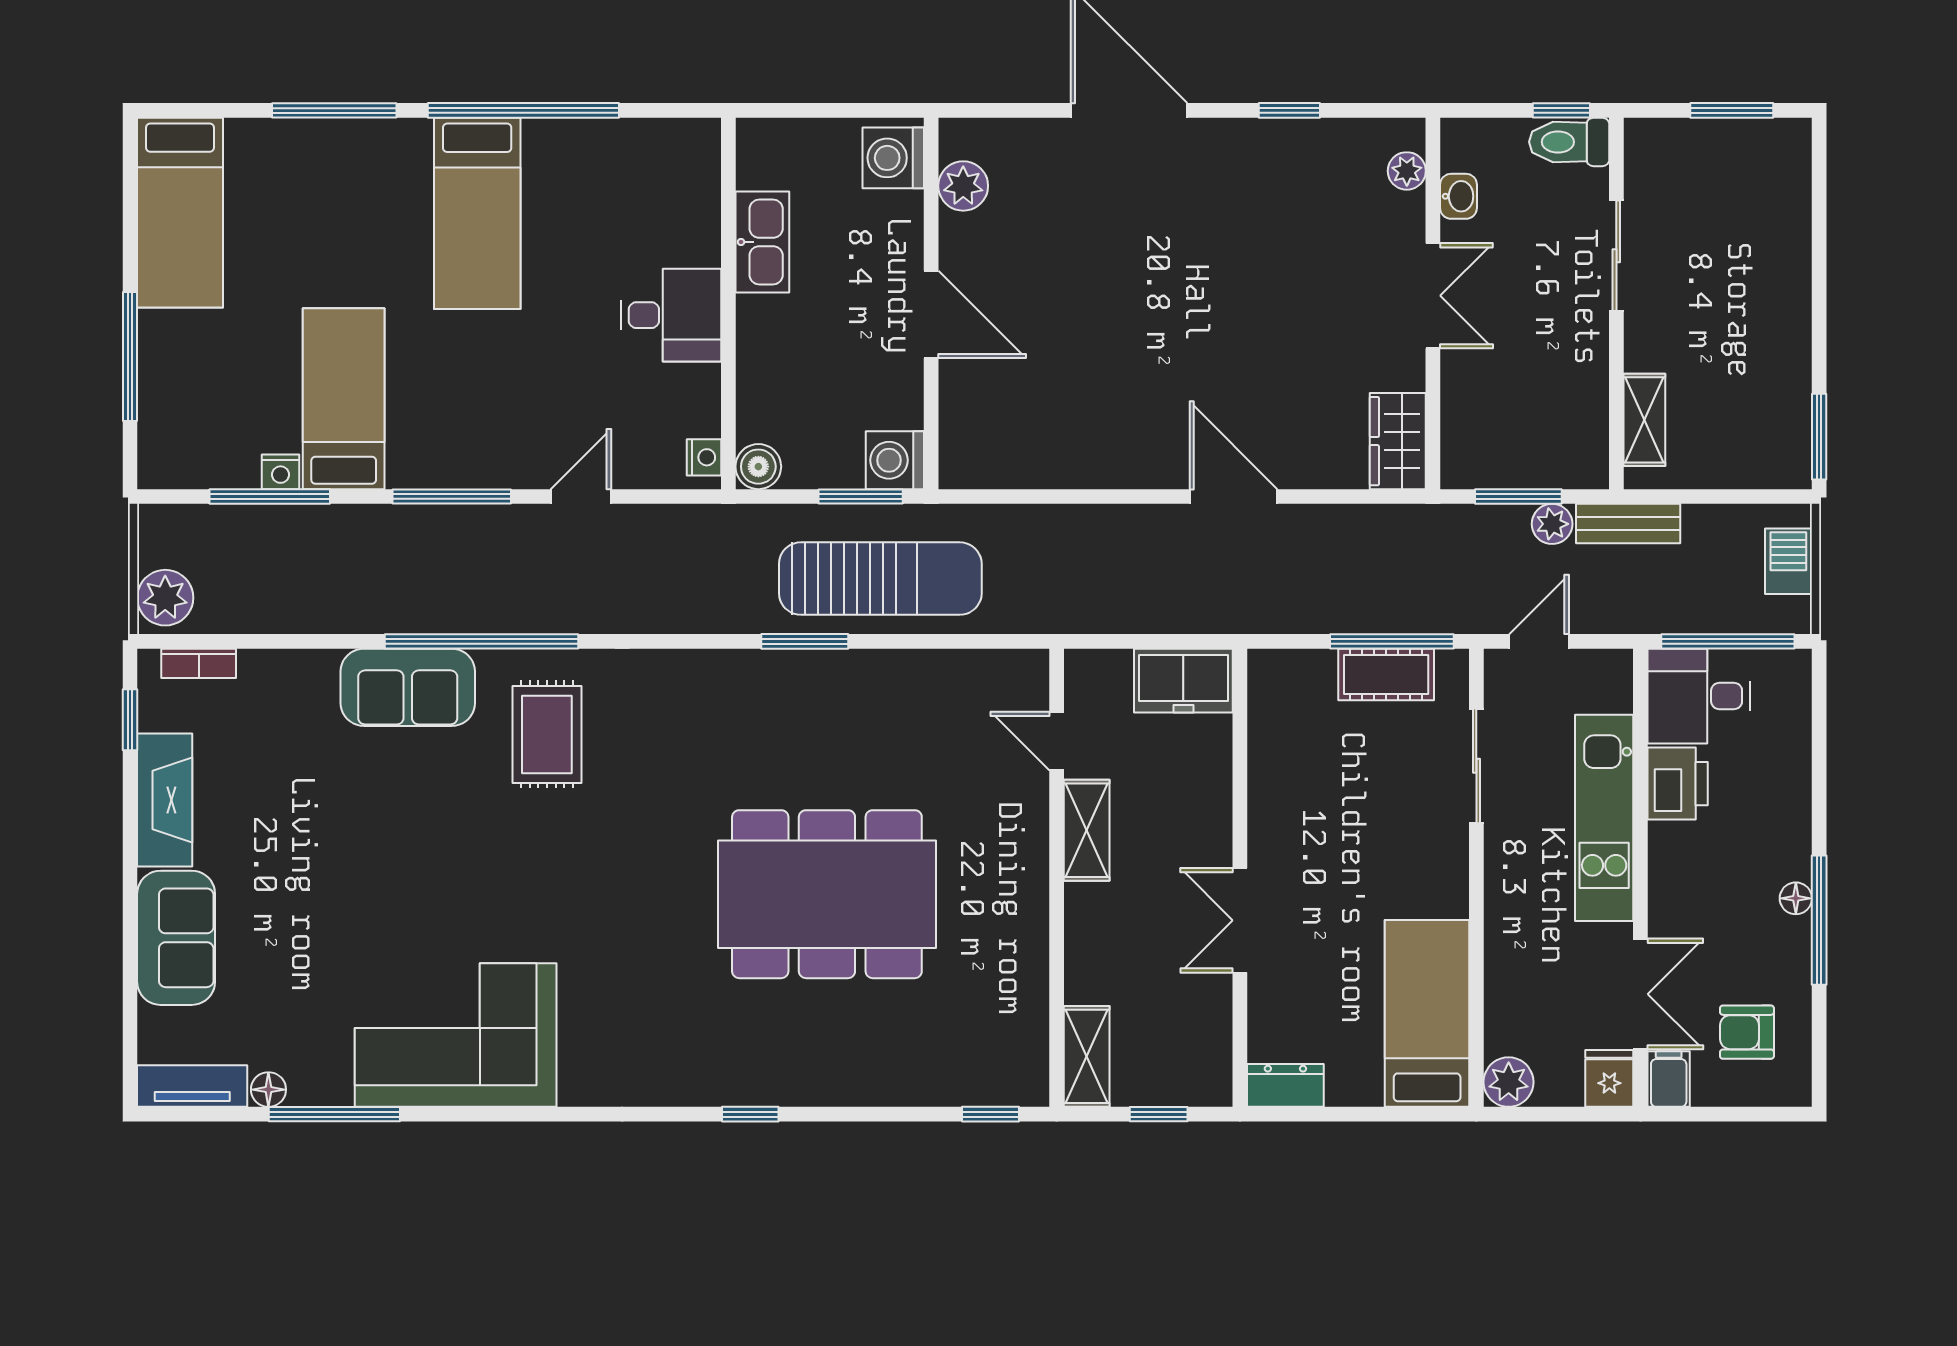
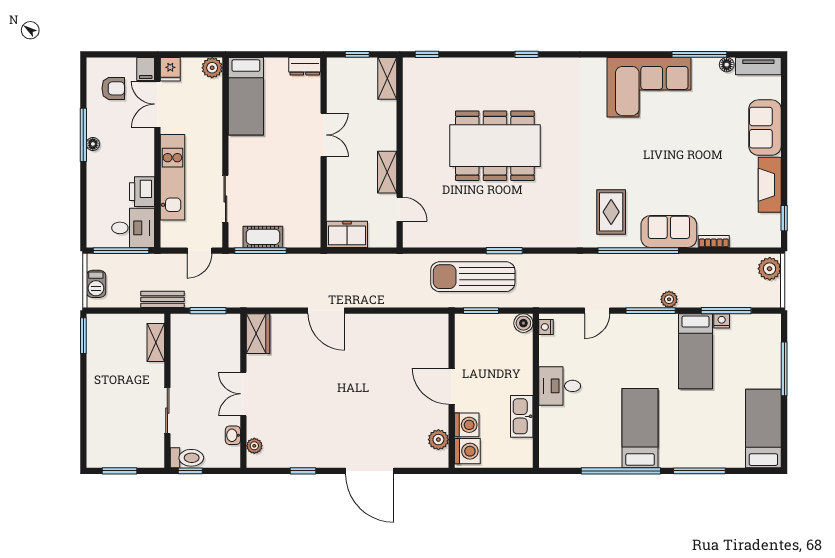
washing machine: (895, 460) -> (467, 425), moved
plant: (1552, 524) -> (669, 299), moved
bookcase: (199, 663) -> (714, 241), moved

